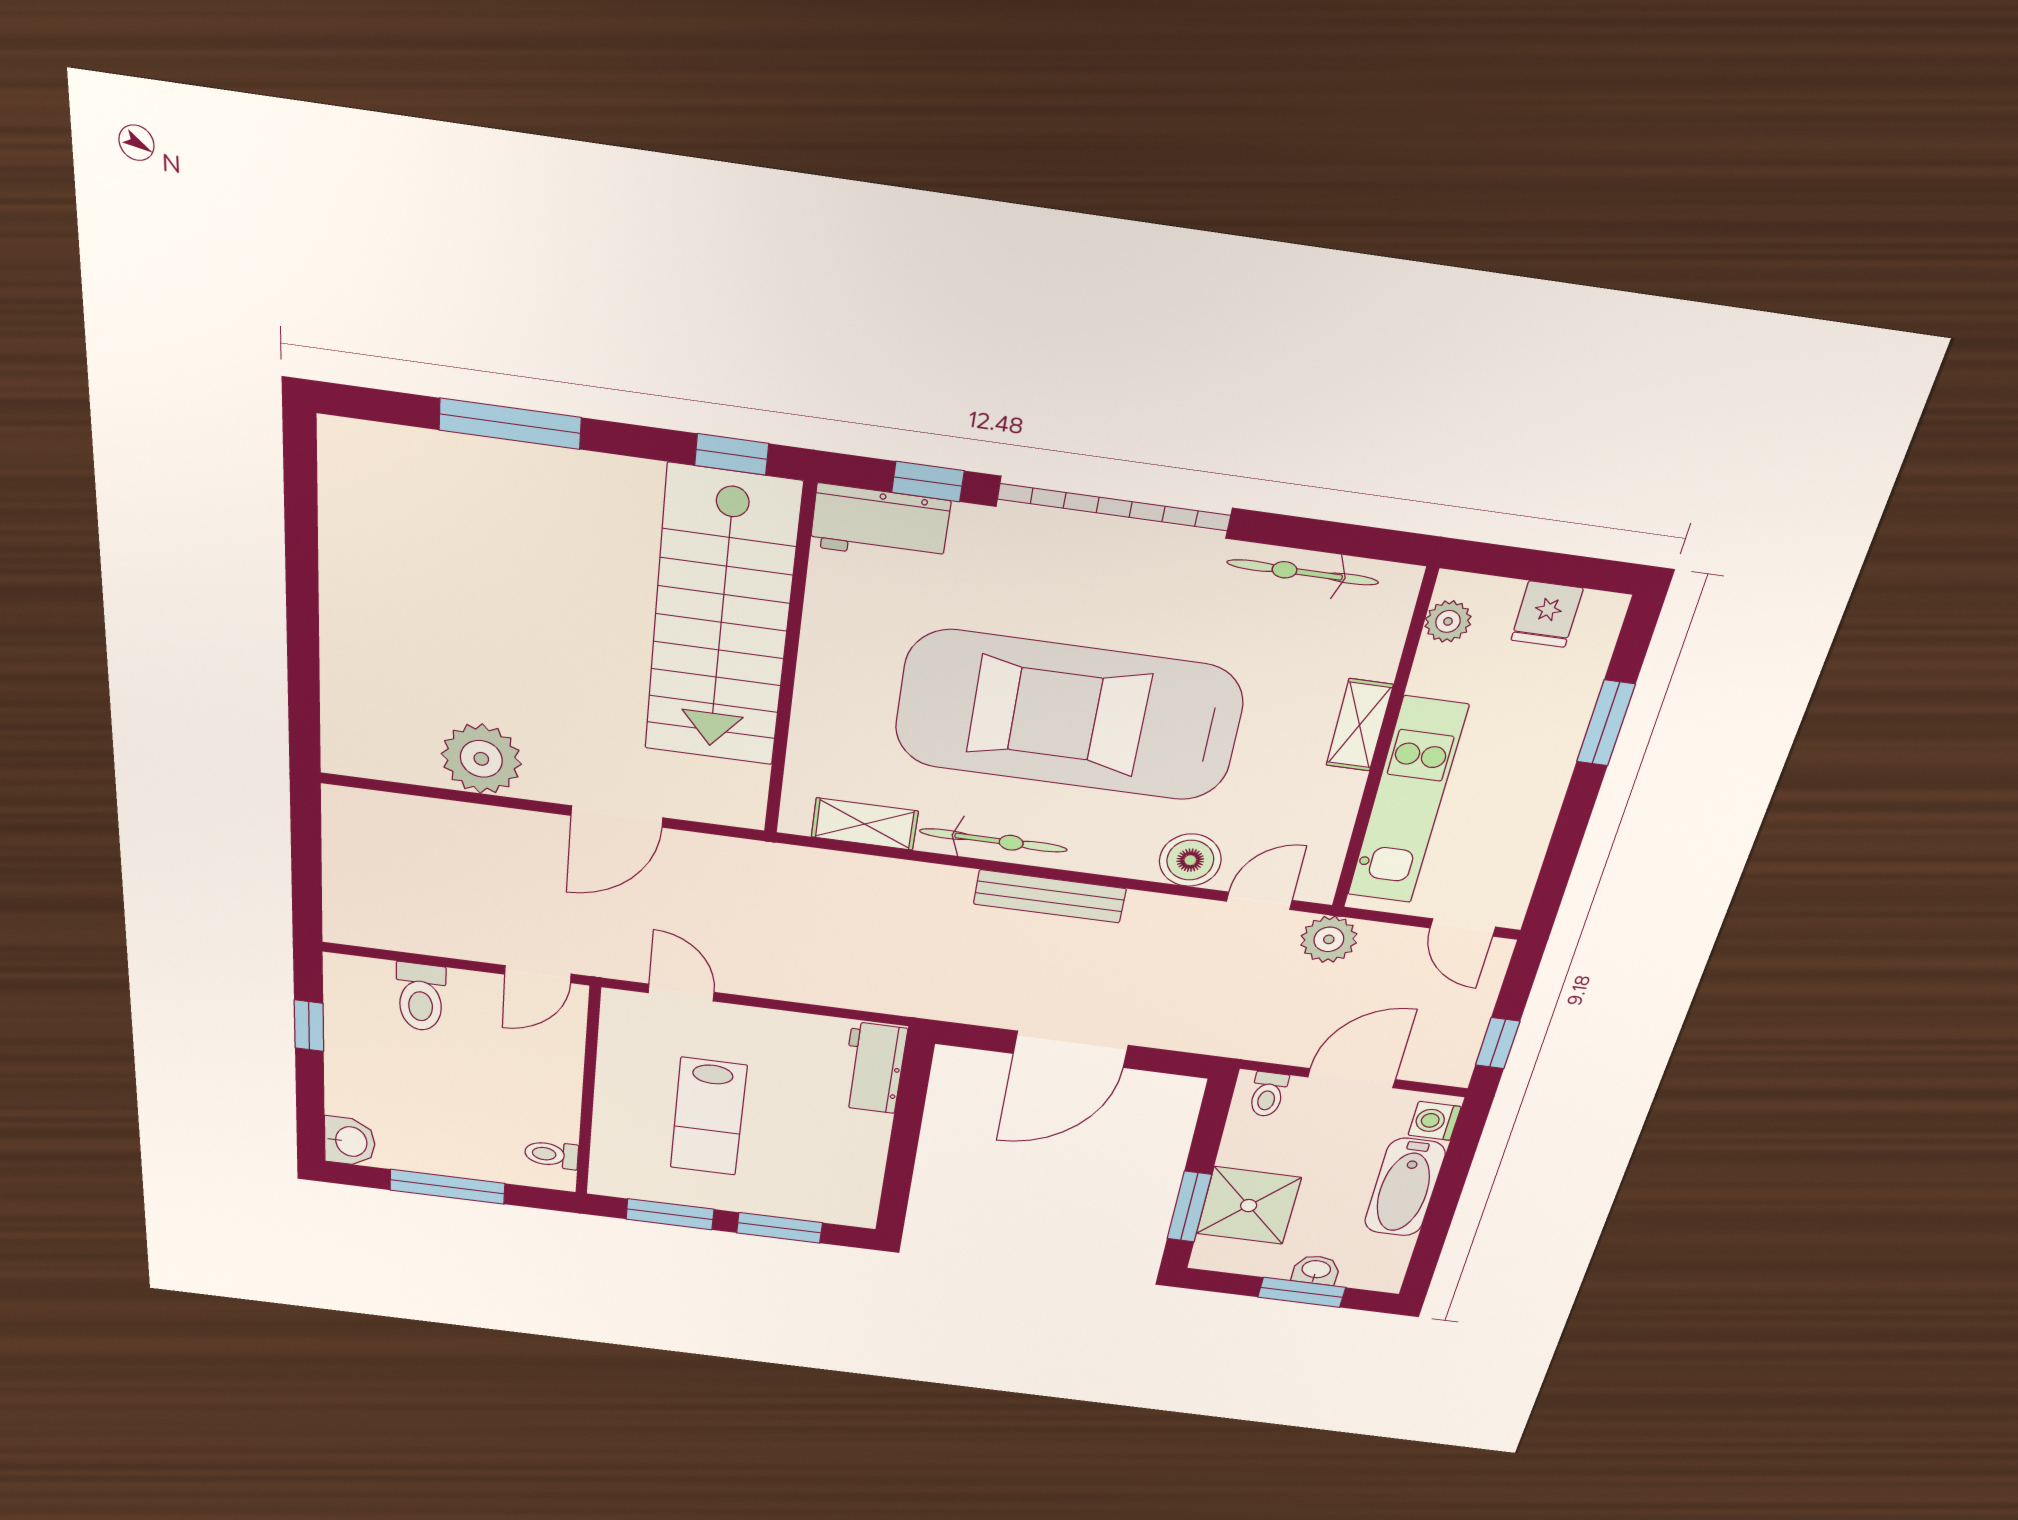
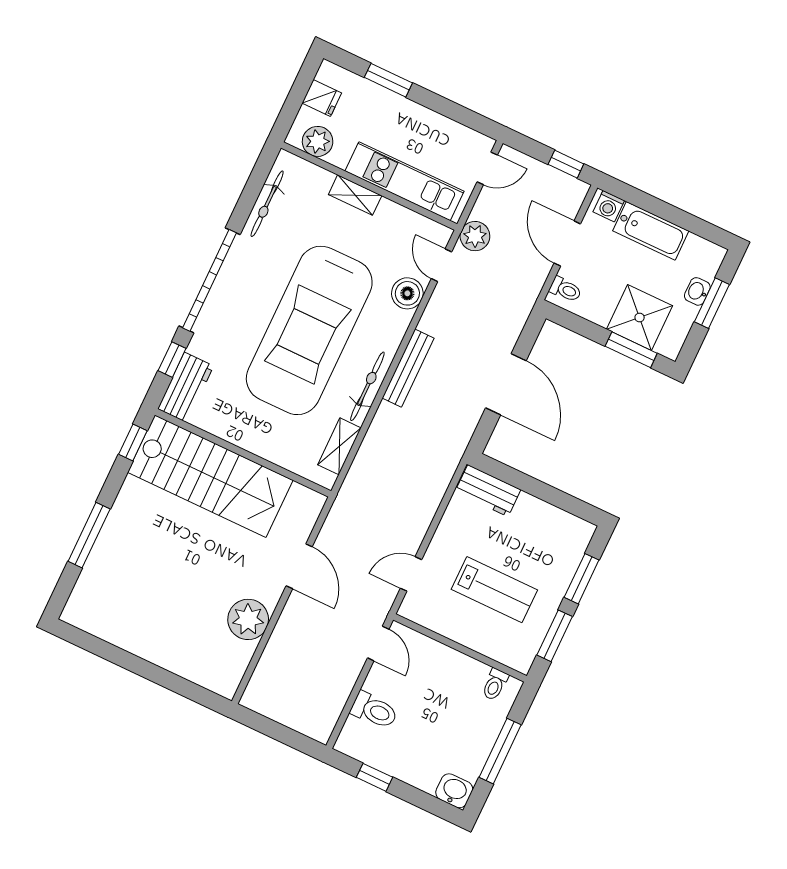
plant: (1448, 621) -> (318, 141), width x1.38, depth x1.38

